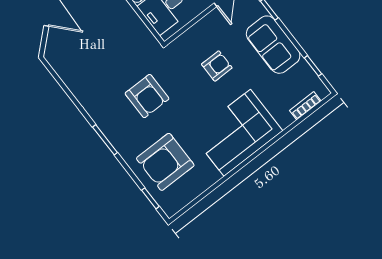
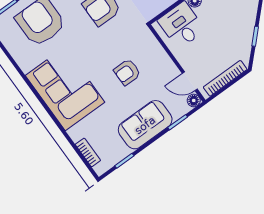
armchair: (217, 66) -> (127, 72), turned 90

